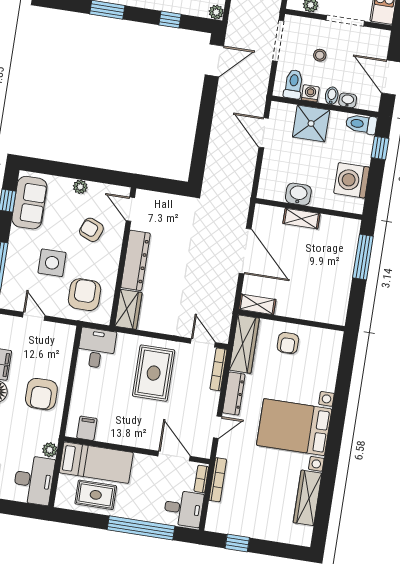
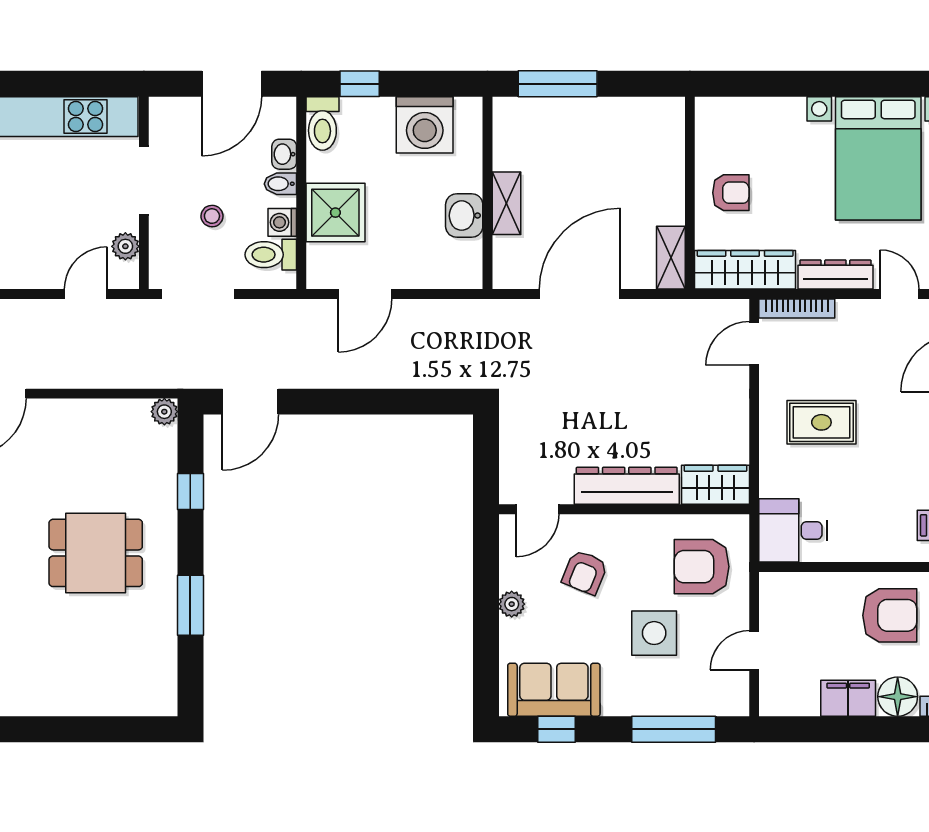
door: (214, 60) -> (250, 402), swing flipped
rug: (154, 373) -> (821, 422), width x0.73, depth x0.70

